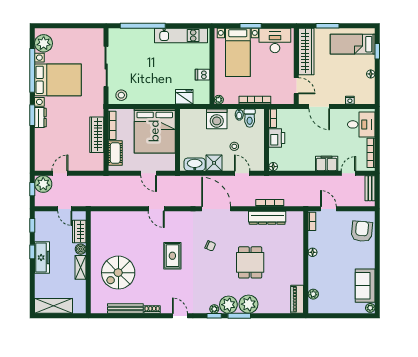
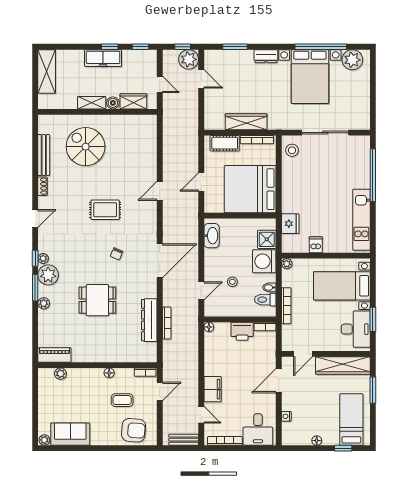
window: (251, 26) -> (373, 319), moved
window: (32, 115) -> (235, 47), moved
shower: (214, 163) -> (267, 239), moved
door: (65, 209) -> (160, 84), swing flipped
coffee table: (336, 241) -> (122, 400), added
plant: (248, 304) -> (44, 303), width x0.53, depth x0.53

